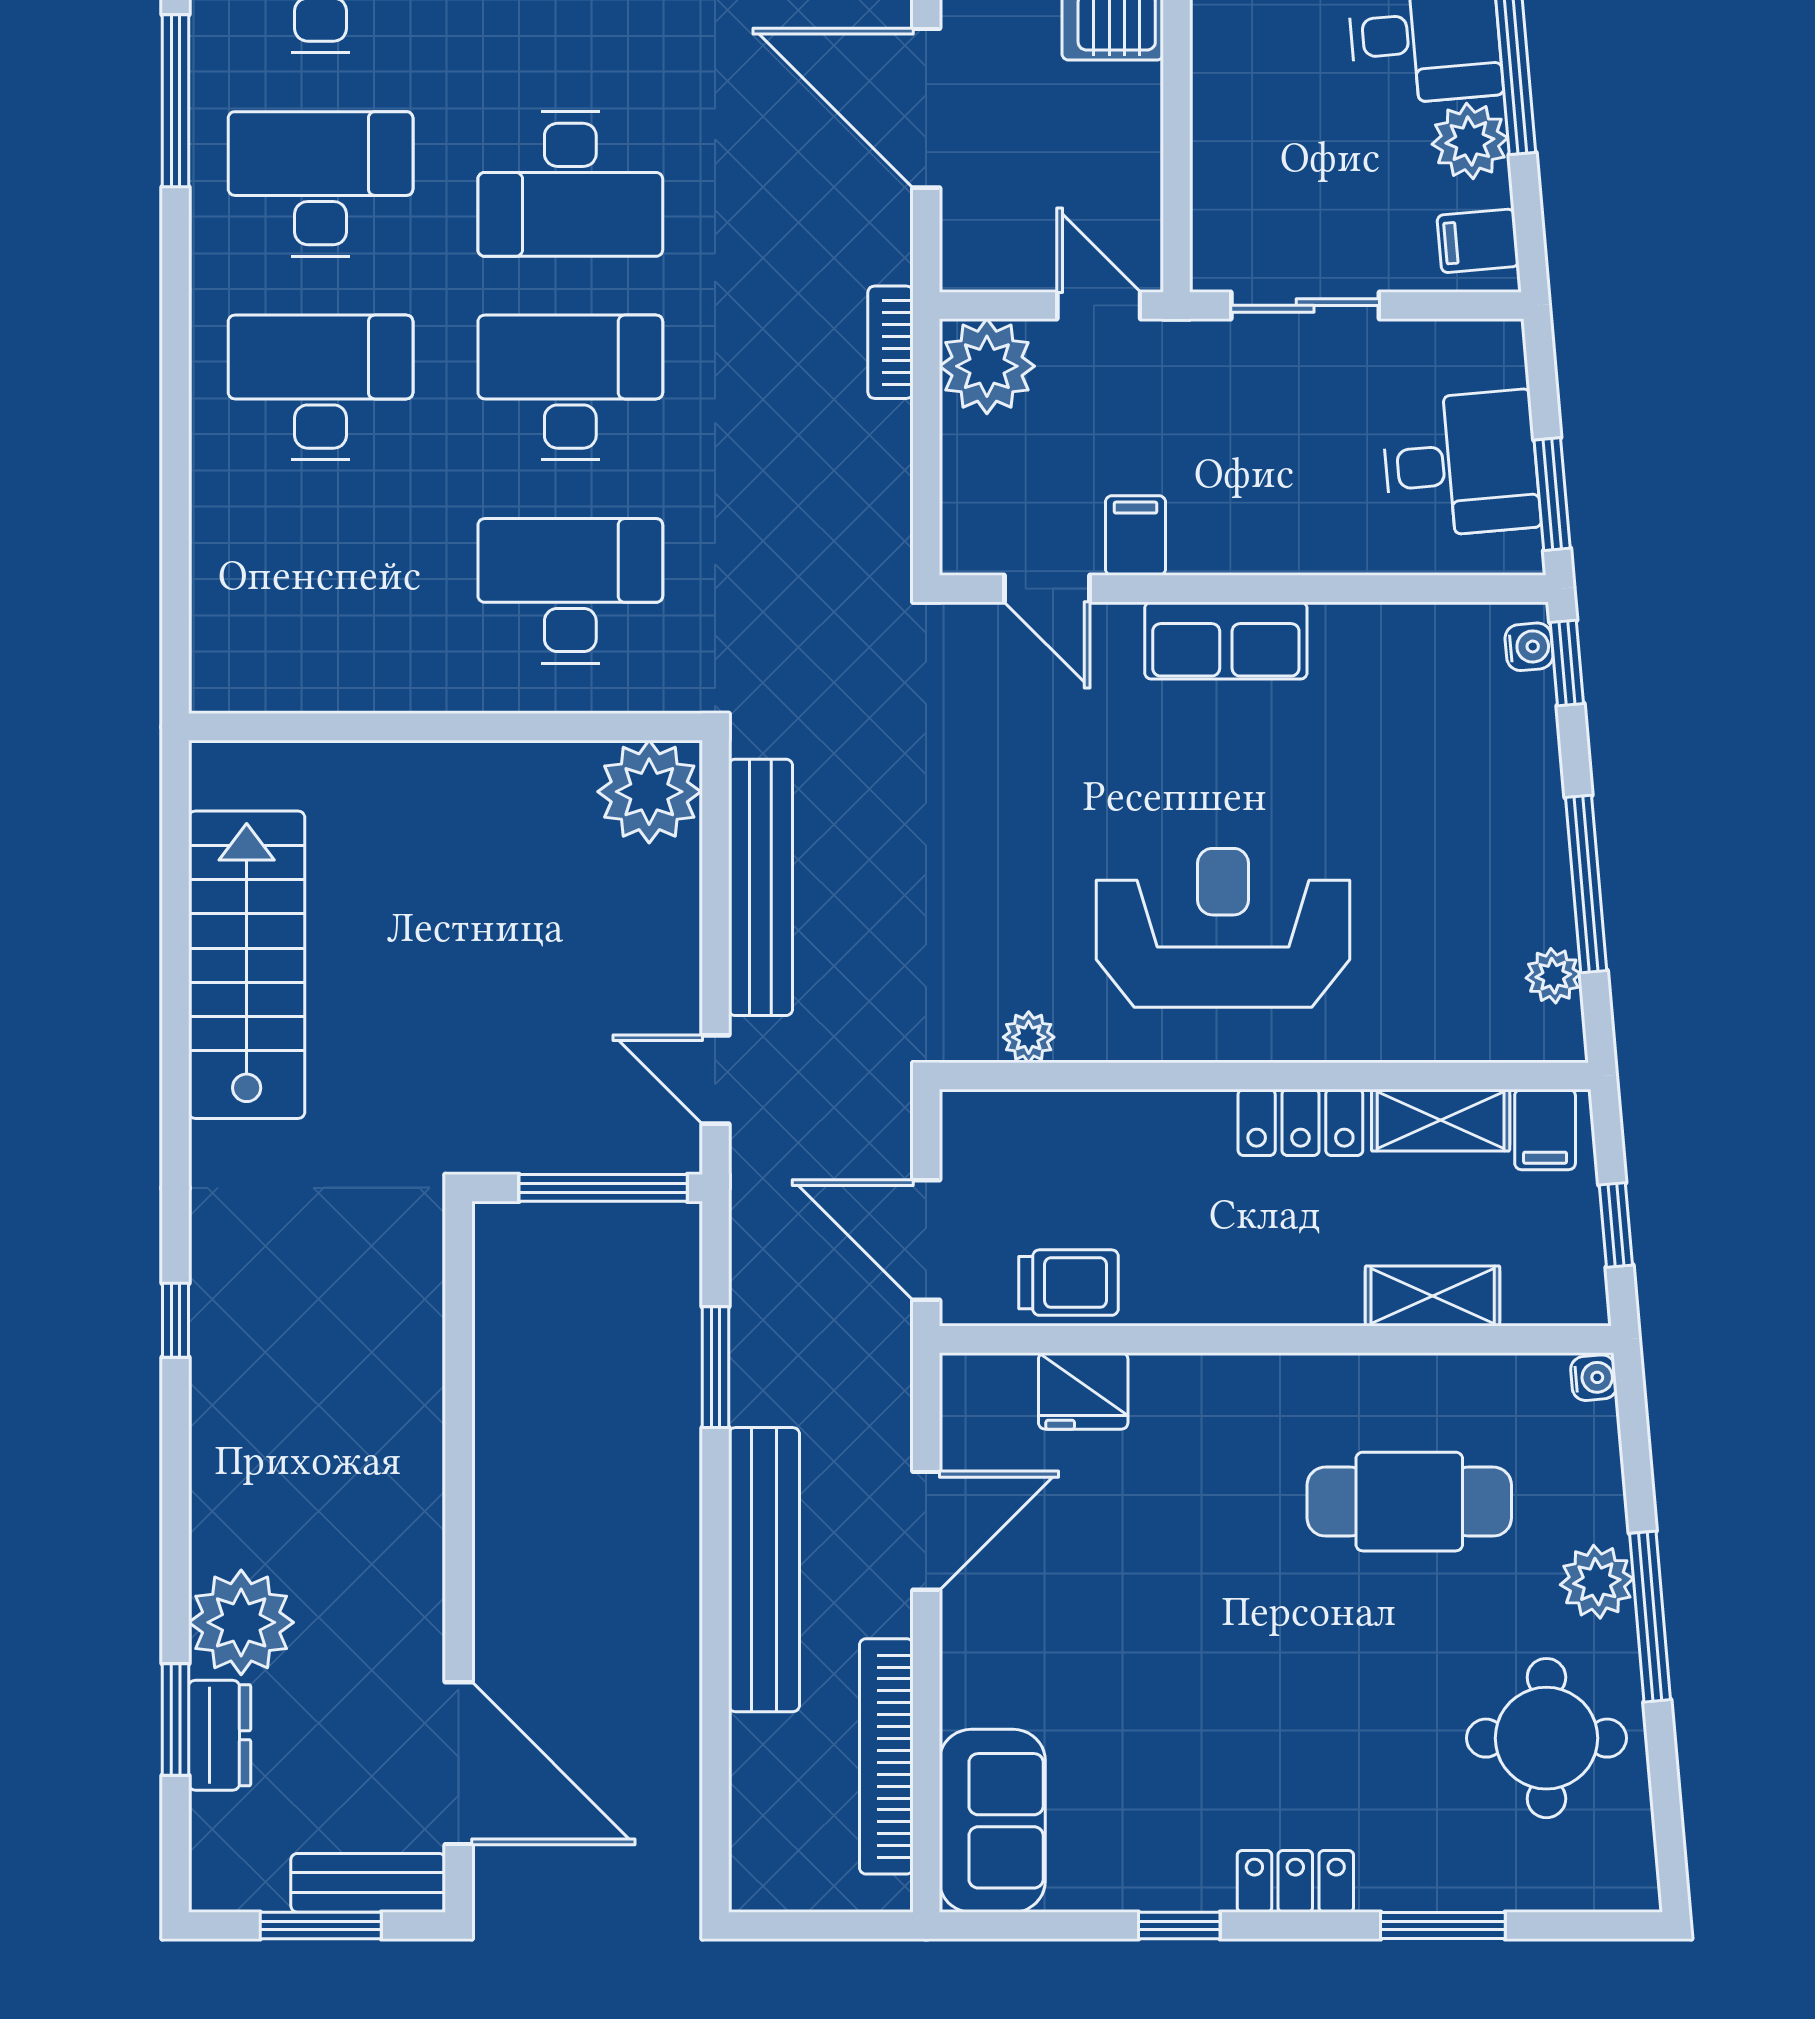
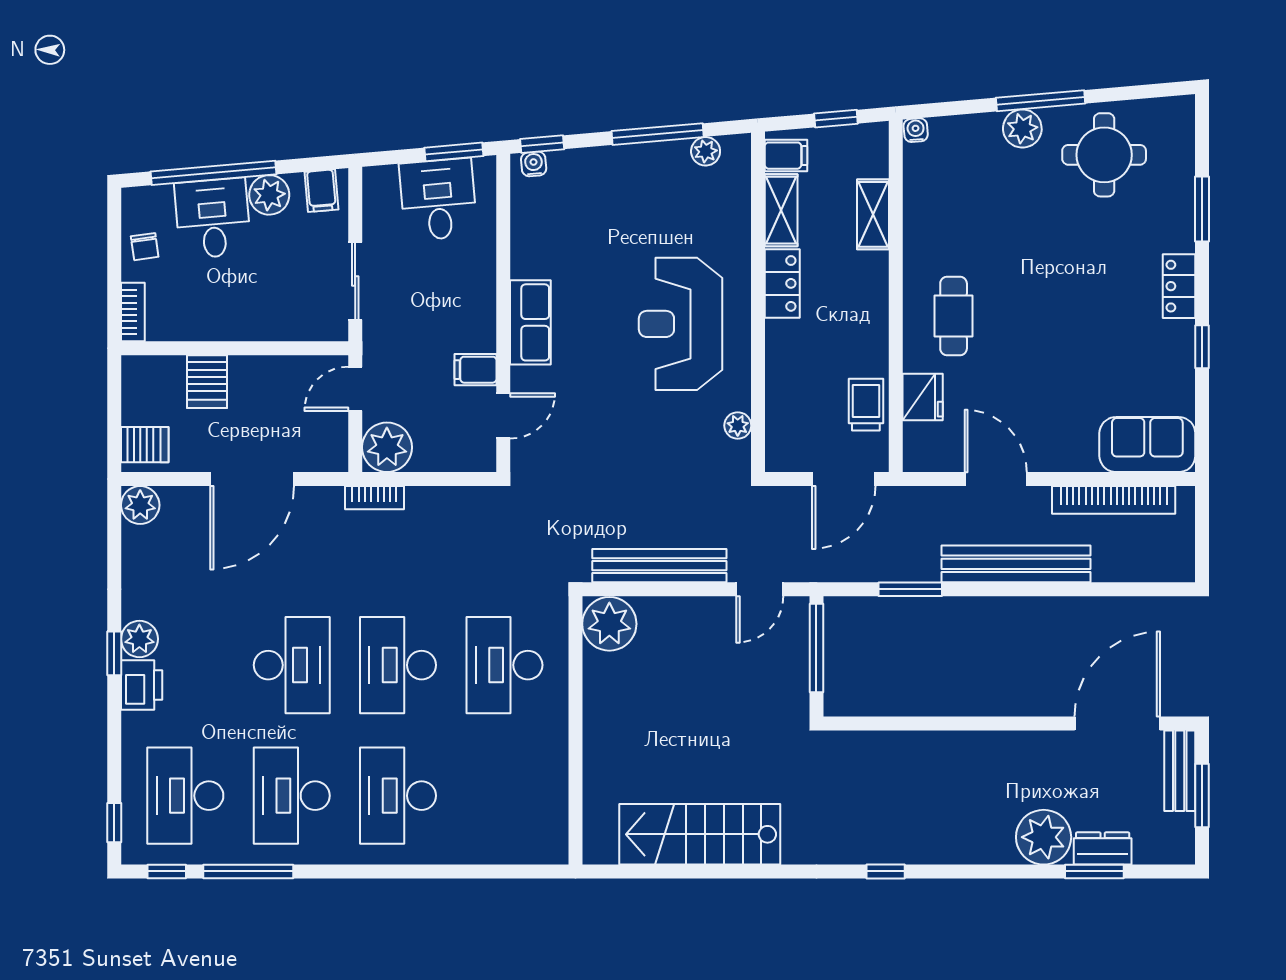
cafe table: (1409, 1502) -> (954, 316), moved, width x0.73, depth x0.74

